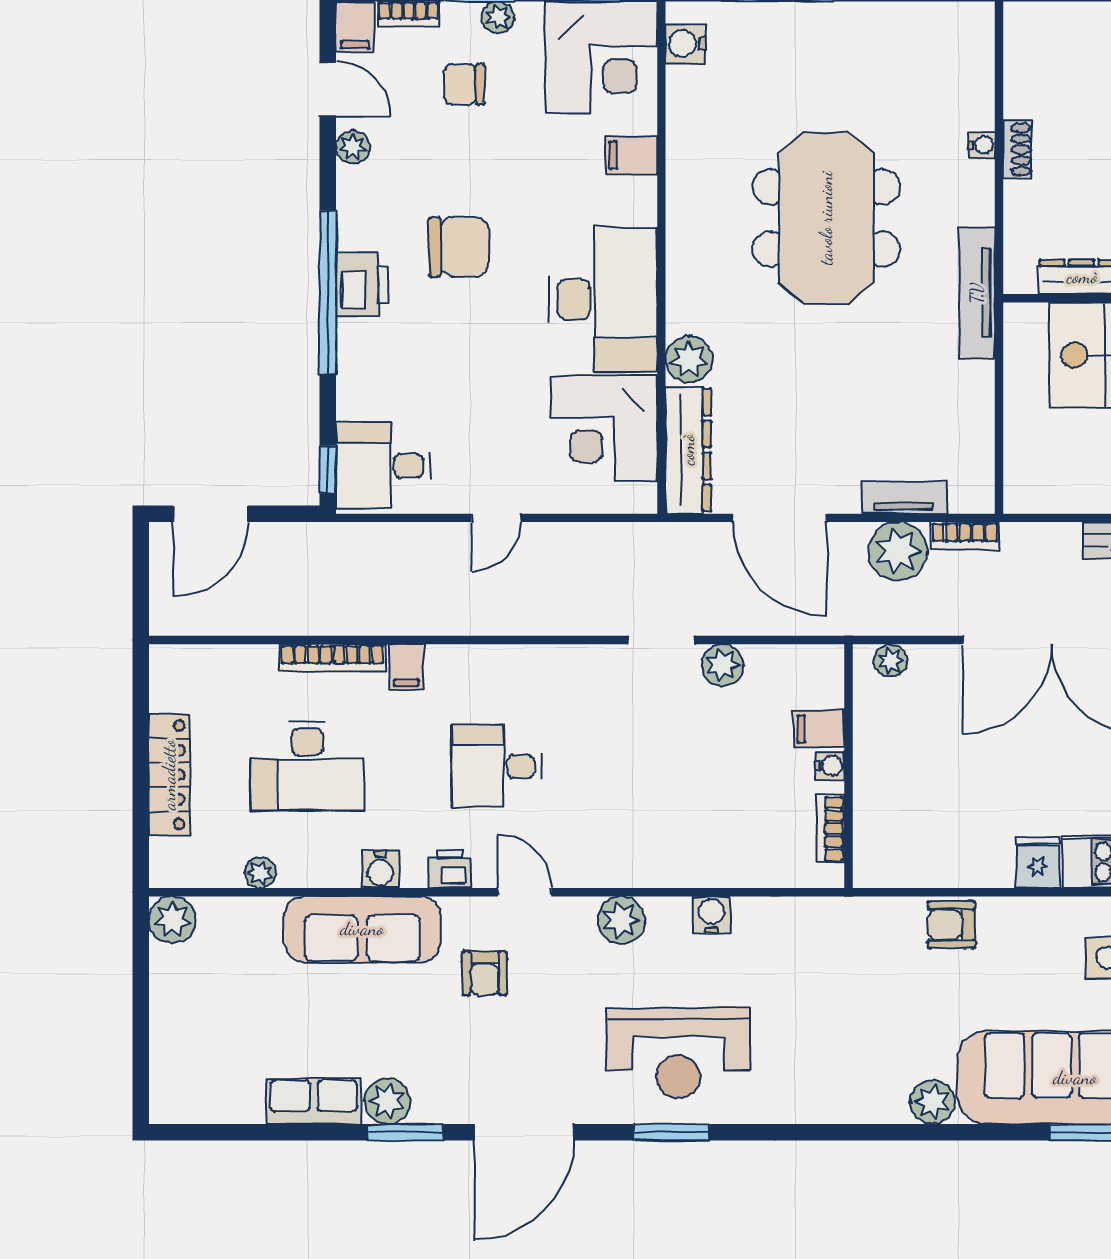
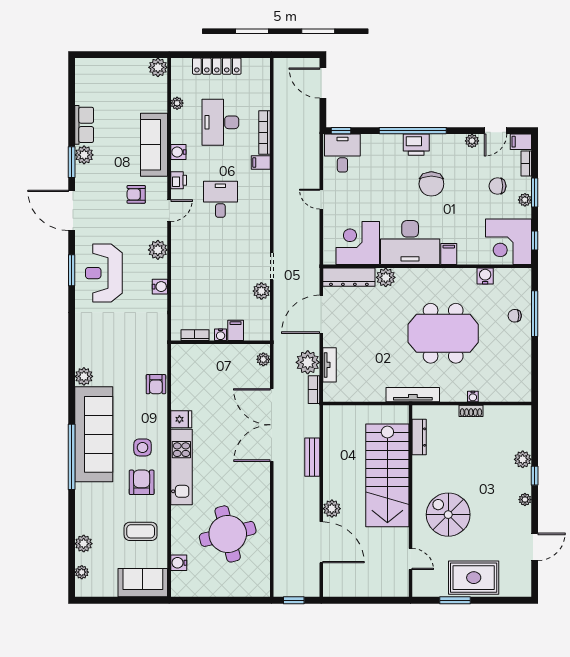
chair: (783, 42) -> (515, 316), added
water cooler: (685, 44) -> (485, 276), moved
chair: (464, 84) -> (498, 186), turned -90
filing cabinet: (631, 155) -> (449, 254), moved
armchair: (952, 925) -> (156, 384), turned 180

